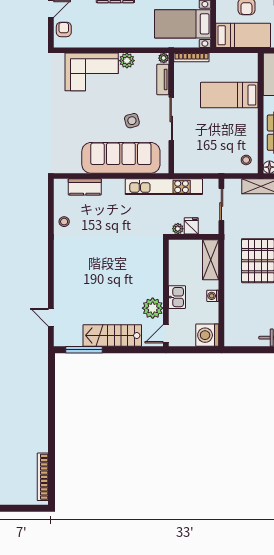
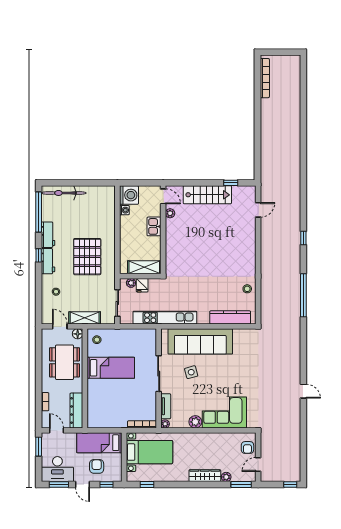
bed: (229, 95) -> (111, 368), moved
kitchen counter: (85, 187) -> (230, 317), width x1.50
plant: (178, 229) -> (131, 283), moved
shelving: (211, 260) -> (144, 267), moved, turned 90
washing machine: (213, 296) -> (124, 210), moved
plant: (153, 308) -> (170, 213), width x0.53, depth x0.53
door: (51, 317) -> (258, 210), hinge flipped
door: (166, 334) -> (163, 196), hinge flipped
window: (84, 350) -> (231, 183), width x0.46

